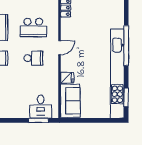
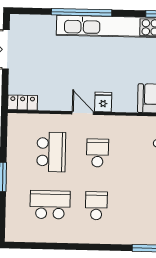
fridge: (67, 78) -> (103, 102), moved

